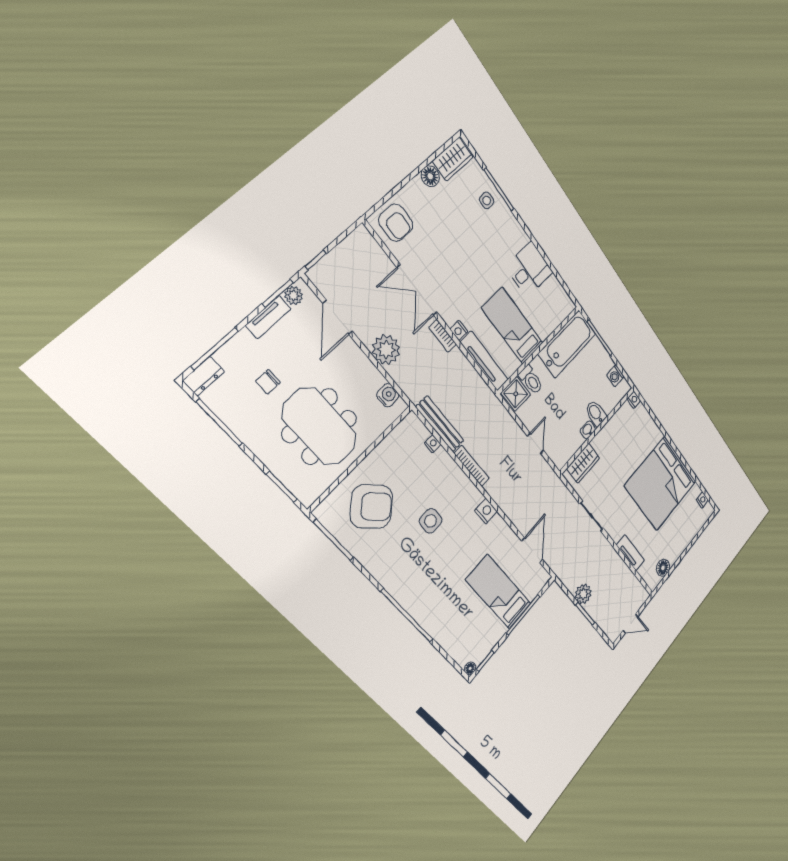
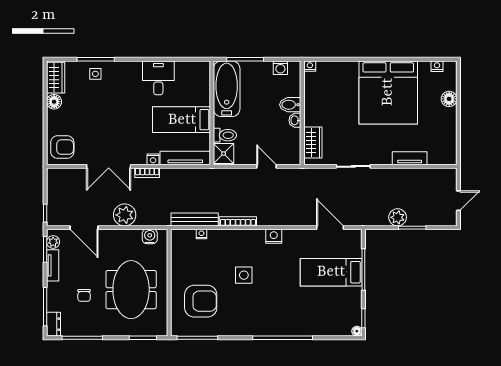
meeting table: (320, 426) -> (131, 290), turned 90
armchair: (371, 506) -> (201, 301), turned 42
floor lamp: (663, 568) -> (449, 99), moved

